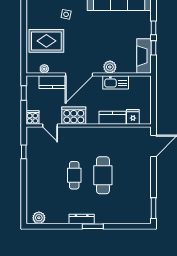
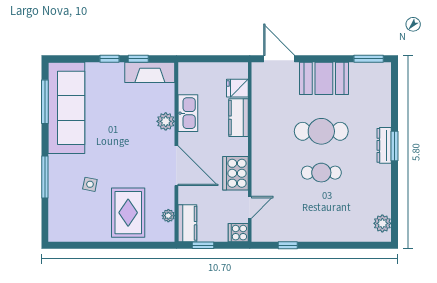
kitchen counter: (52, 82) -> (187, 223), moved
booth: (140, 177) -> (324, 78), added
dresser: (82, 219) -> (384, 145), moved

